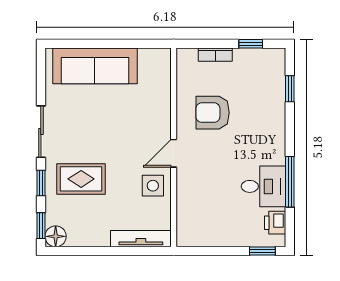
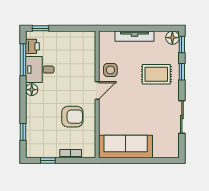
sofa: (95, 66) -> (126, 146), moved
sliding door: (41, 132) -> (182, 117), moved
floor lamp: (276, 155) -> (32, 90), added
window: (290, 182) -> (23, 60), moved
tv unit: (141, 239) -> (134, 36), moved

